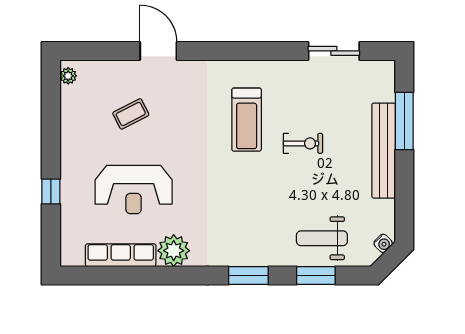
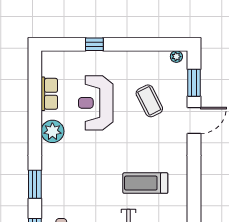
window: (105, 51) -> (194, 83), added
coffee table: (131, 114) -> (149, 101), width x1.36, depth x1.30
row of seats: (121, 255) -> (49, 94), width x0.68

